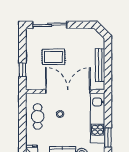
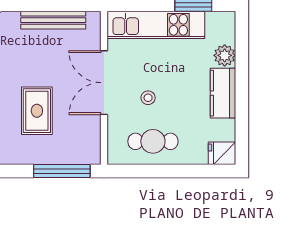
window: (22, 70) -> (62, 171), width x2.17
double door: (68, 91) -> (104, 83), width x0.73

